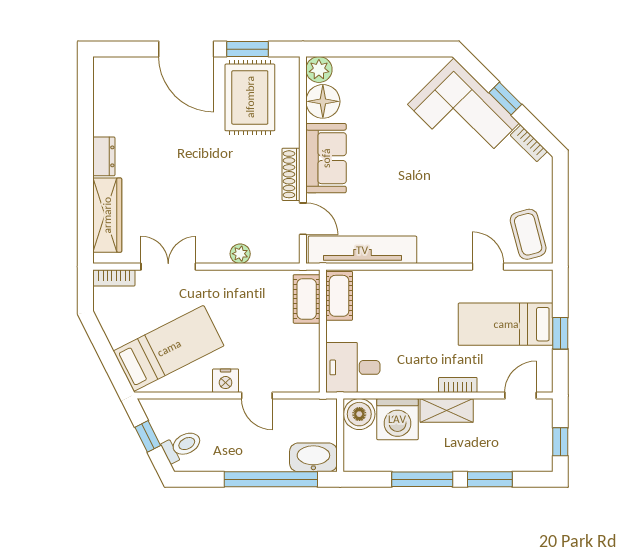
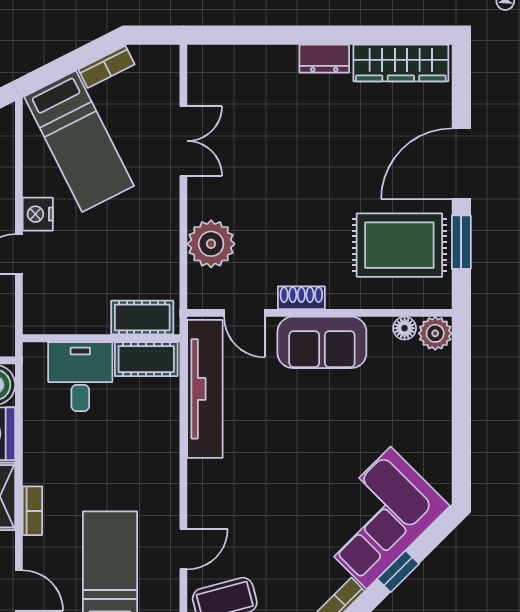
floor lamp: (323, 101) -> (405, 328), width x0.53, depth x0.53
shoe rack: (291, 174) -> (301, 298), width x0.70
wardrobe: (107, 215) -> (401, 63), moved
door: (303, 219) -> (245, 313), hinge flipped
plant: (240, 254) -> (211, 244), width x1.88, depth x1.88
bookcase: (114, 278) -> (107, 67), moved, turned -117
desk: (353, 367) -> (80, 377), moved

